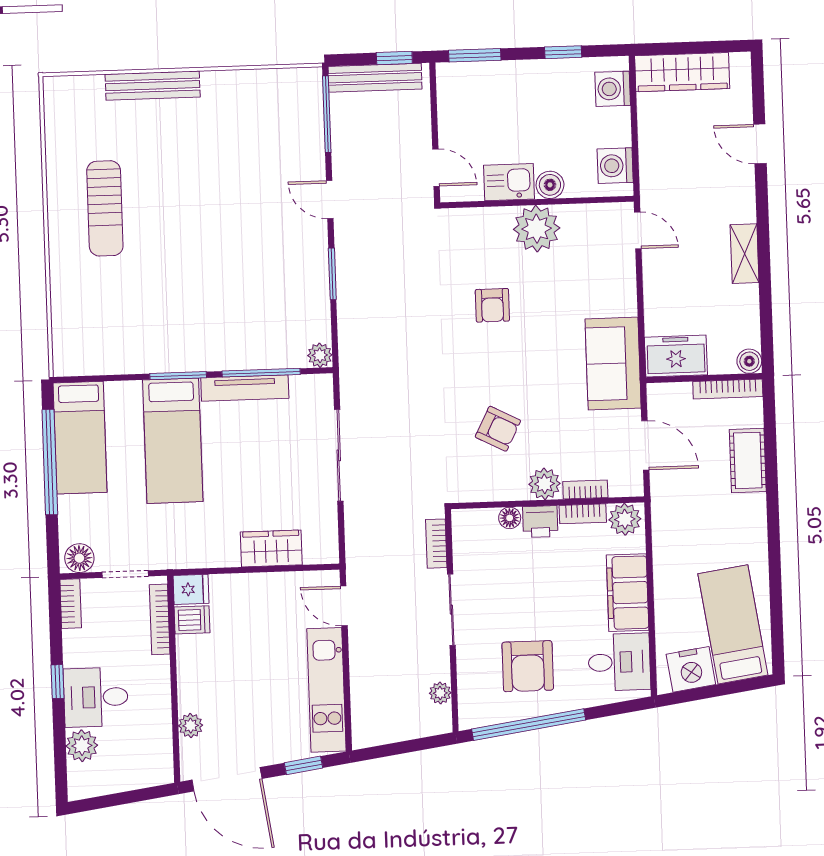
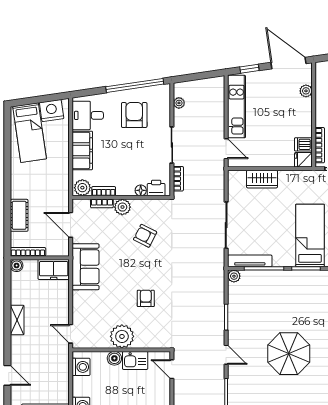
parasol: (206, 206) -> (289, 354), added
tv unit: (245, 388) -> (250, 261), moved
printer: (540, 522) -> (156, 188), moved

